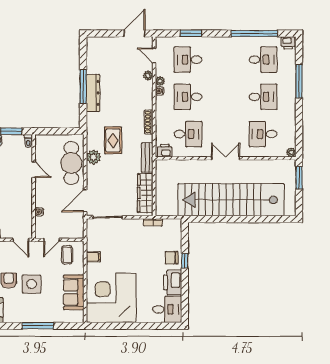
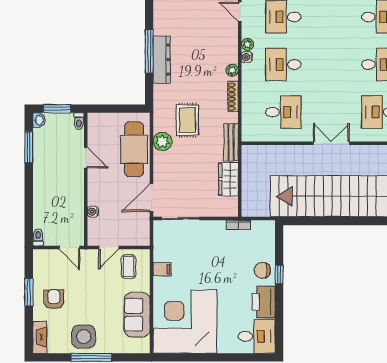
plant: (148, 76) -> (232, 70), moved
printer: (165, 151) -> (254, 133), removed
wardrobe: (145, 193) -> (228, 179), width x0.67
side table: (32, 284) -> (84, 337), moved

